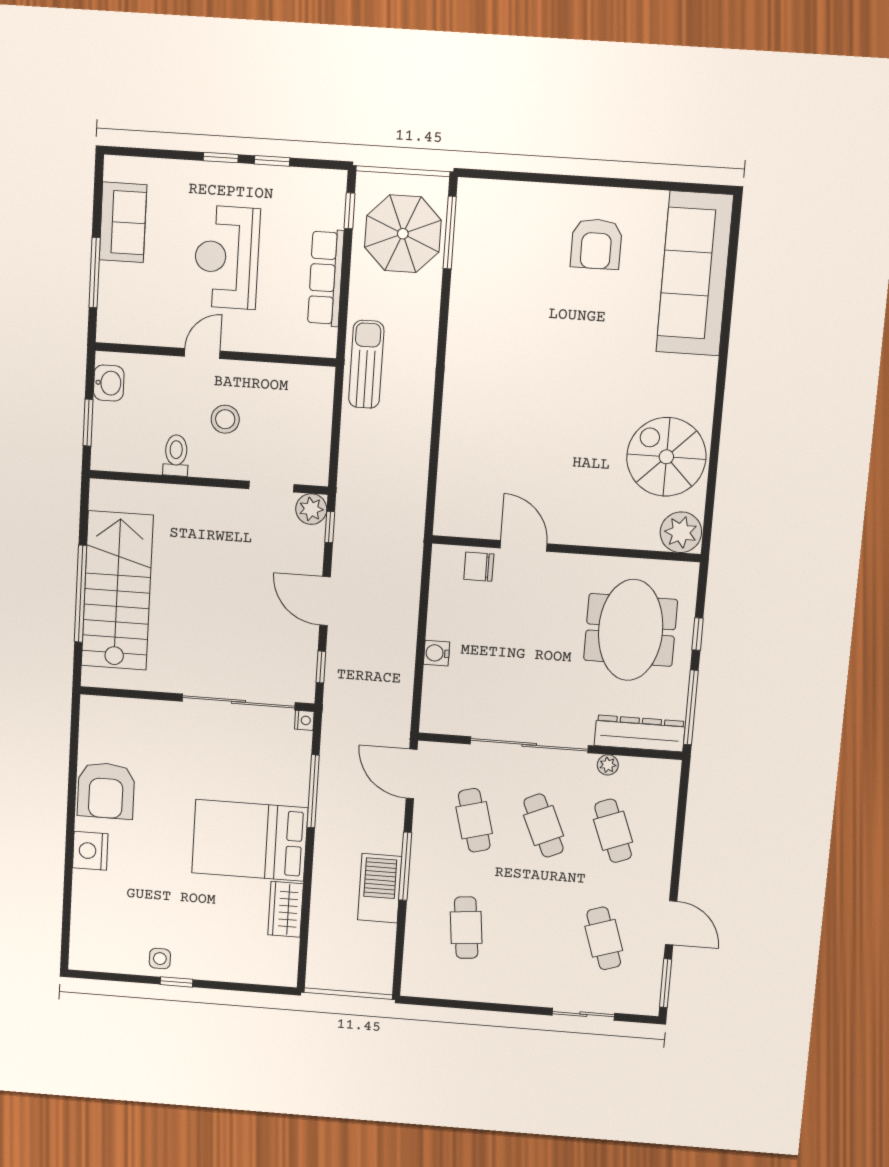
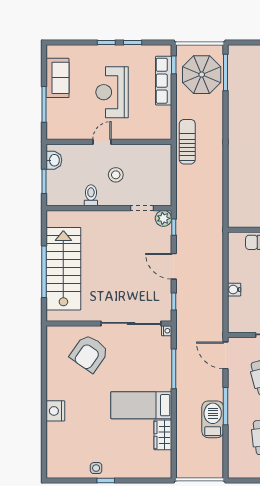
row of seats: (326, 278) -> (164, 81), moved
armchair: (106, 791) -> (89, 353), moved, turned 35
bed: (250, 840) -> (141, 405), width x0.67

